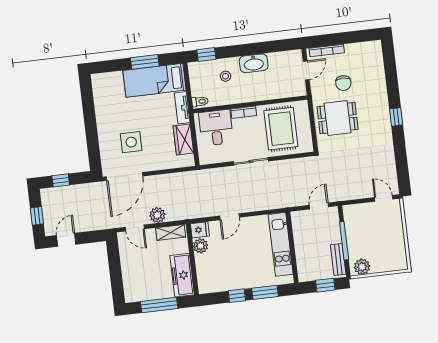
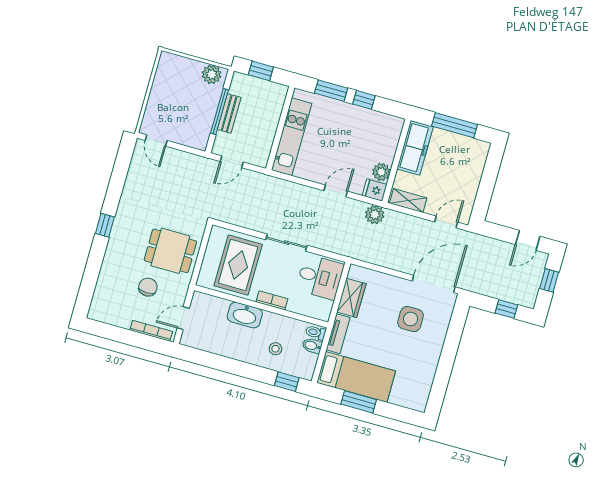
washbasin: (254, 63) -> (245, 315), moved, turned 180
bidet: (198, 90) -> (312, 346), added
desk: (216, 128) -> (320, 277), moved, turned -90
plant: (157, 215) -> (375, 215), moved
door: (135, 228) -> (446, 222), hinge flipped
bench: (338, 260) -> (229, 113), moved

